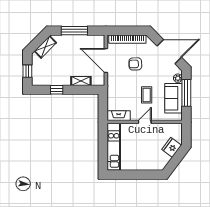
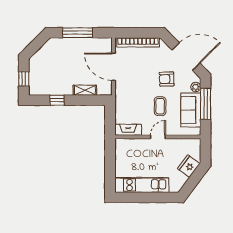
shelving: (45, 47) -> (44, 51), removed
armchair: (135, 64) -> (167, 79), moved
kitchen unit: (114, 147) -> (142, 185), moved, turned -90

